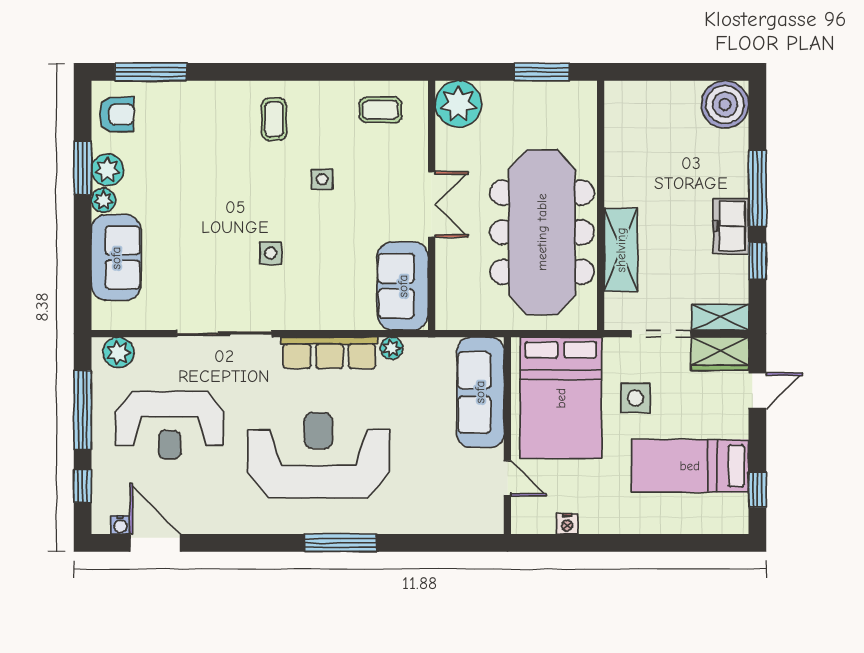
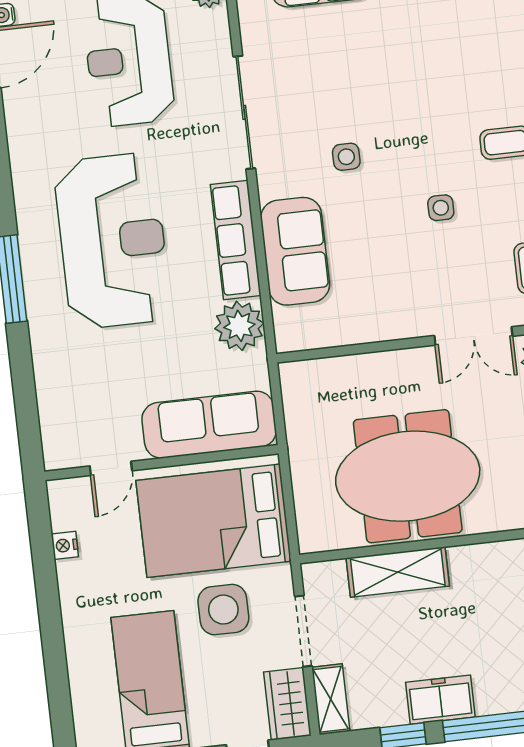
double door: (432, 204) -> (473, 336), moved
meeting table: (542, 232) -> (408, 476), width x0.73
sofa: (403, 286) -> (295, 251), moved, turned 90
plant: (391, 348) -> (239, 326), width x1.88, depth x1.88
side table: (635, 398) -> (223, 610), width x1.37, depth x1.37

